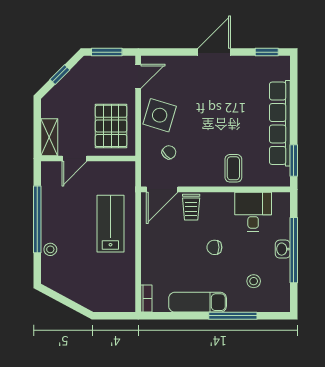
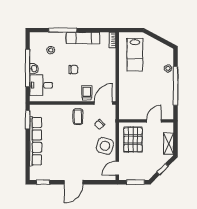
shelving: (49, 137) -> (169, 144), moved
coffee table: (233, 168) -> (78, 117), moved
desk: (253, 212) -> (41, 85), moved, turned 90
lab bench: (110, 224) -> (135, 55), moved

